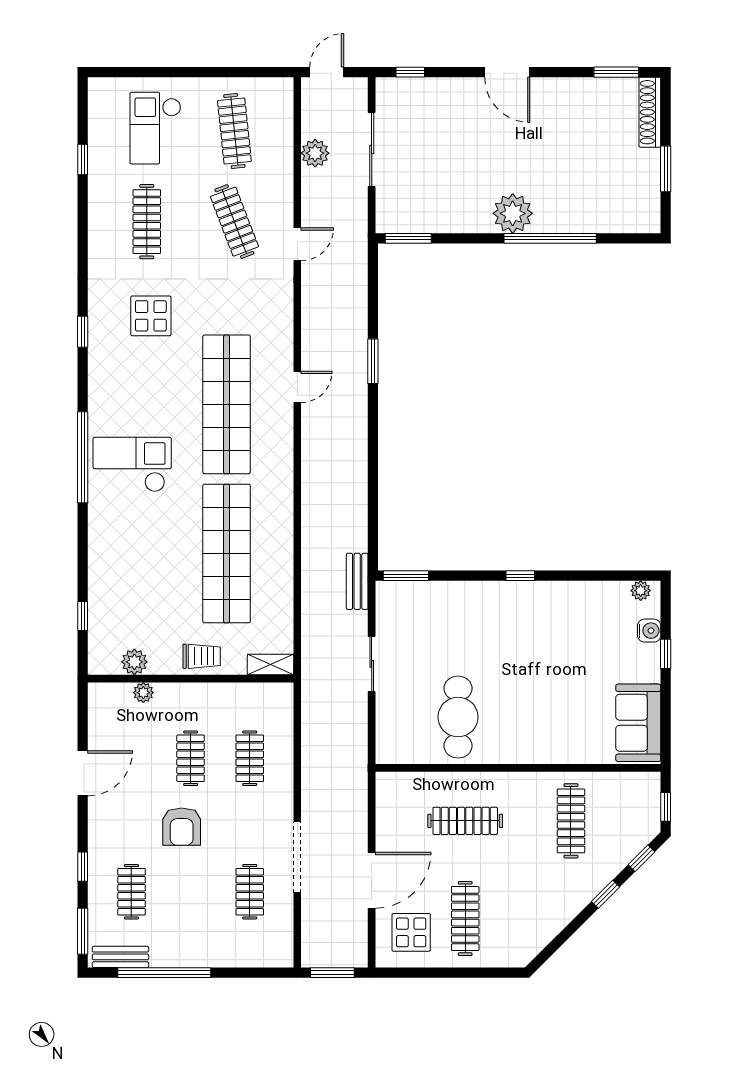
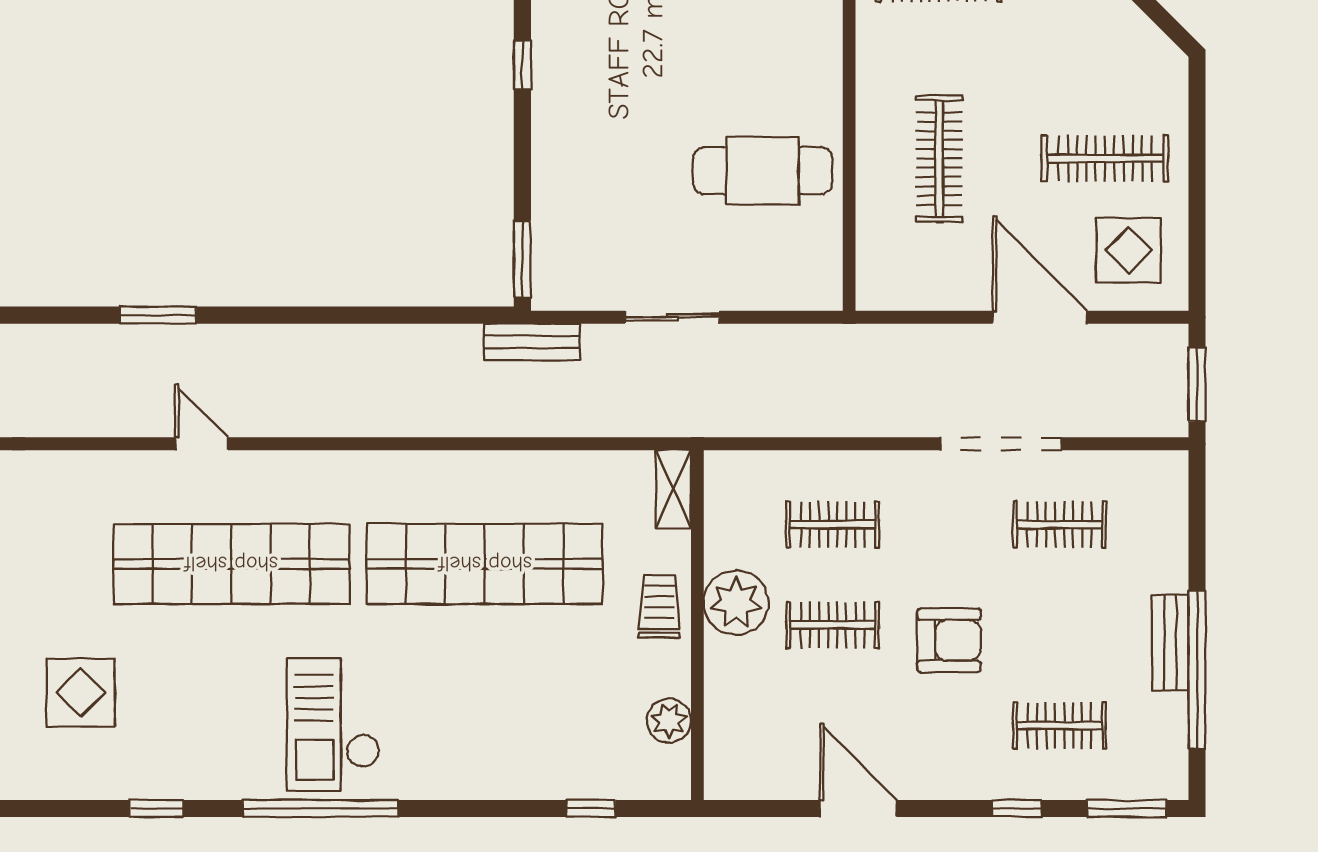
window: (83, 332) -> (157, 808), moved
plant: (143, 693) -> (736, 603), moved, width x1.87, depth x1.87
bench: (120, 957) -> (1170, 643), moved

